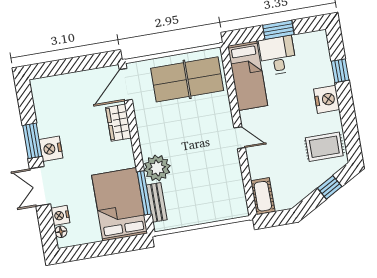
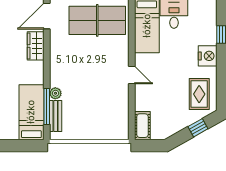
rug: (324, 147) -> (199, 94), turned 90
plant: (157, 168) -> (55, 93), width x0.53, depth x0.53
bed: (120, 204) -> (31, 112), width x0.67

